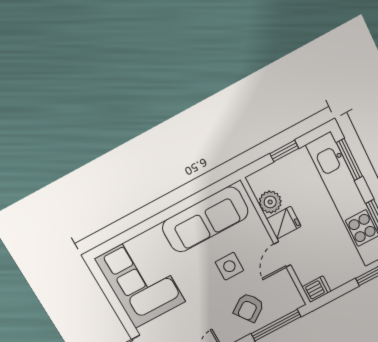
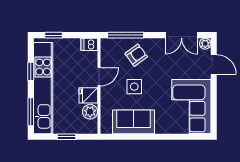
sofa: (205, 219) -> (133, 122), width x0.73

